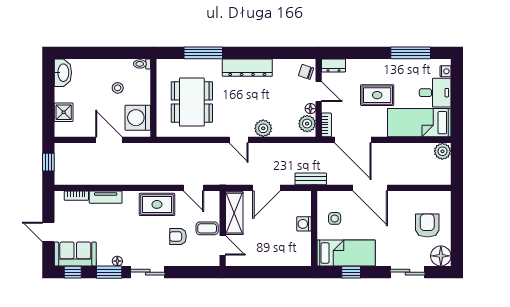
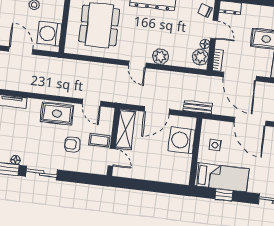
washing machine: (304, 224) -> (182, 140), width x1.89, depth x1.89

